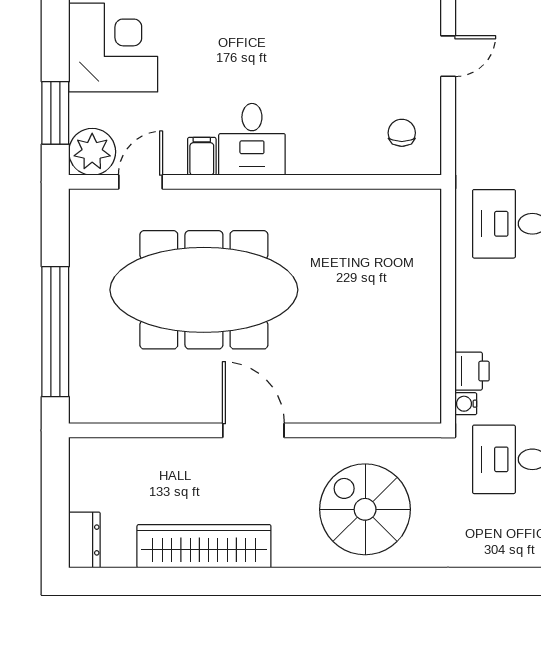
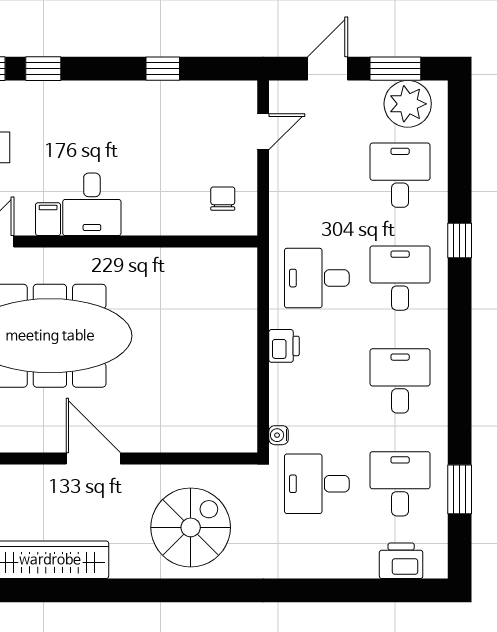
printer: (472, 371) -> (284, 346), moved
spiral stairs: (365, 509) -> (191, 527), turned 90

